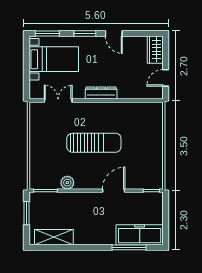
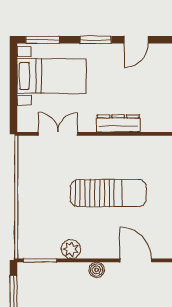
door: (114, 33) -> (136, 40), hinge flipped
door: (114, 191) -> (136, 260), hinge flipped
boiler: (86, 198) -> (97, 270), added

